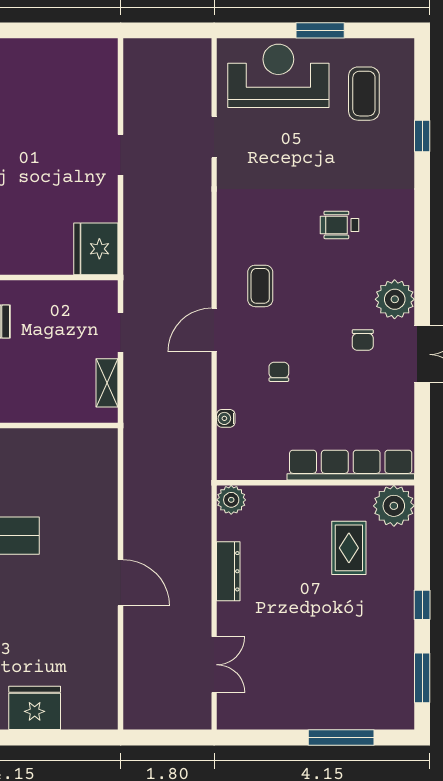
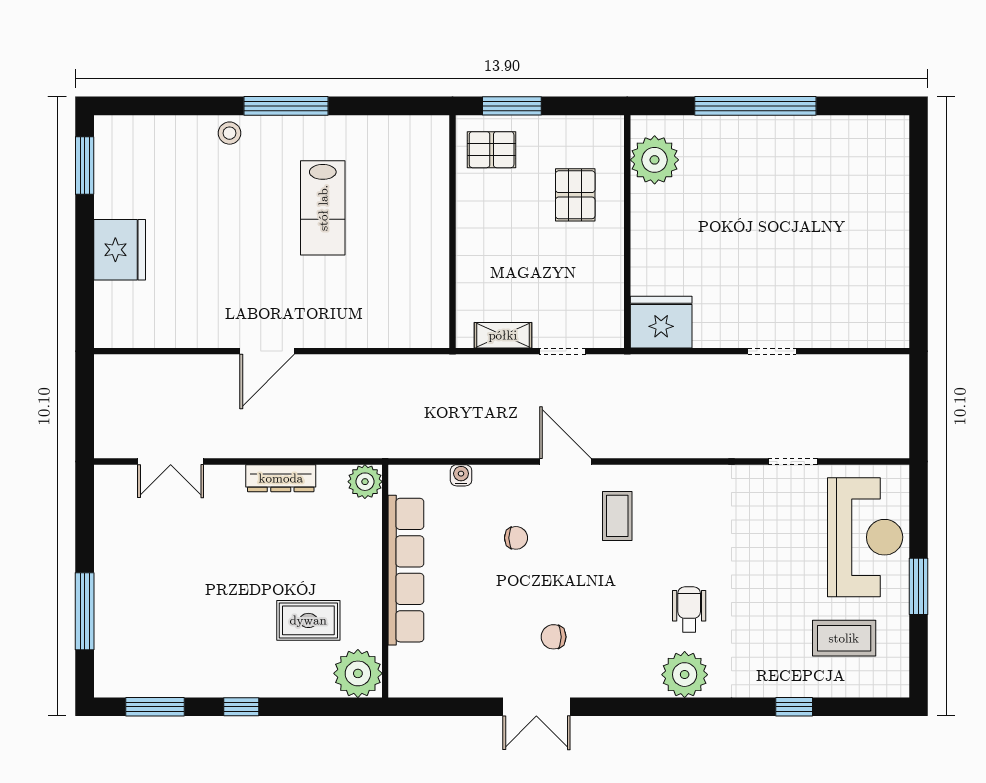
coffee table: (260, 286) -> (617, 516), turned 90
plant: (395, 299) -> (685, 675), moved
row of seats: (351, 465) -> (406, 570), moved

